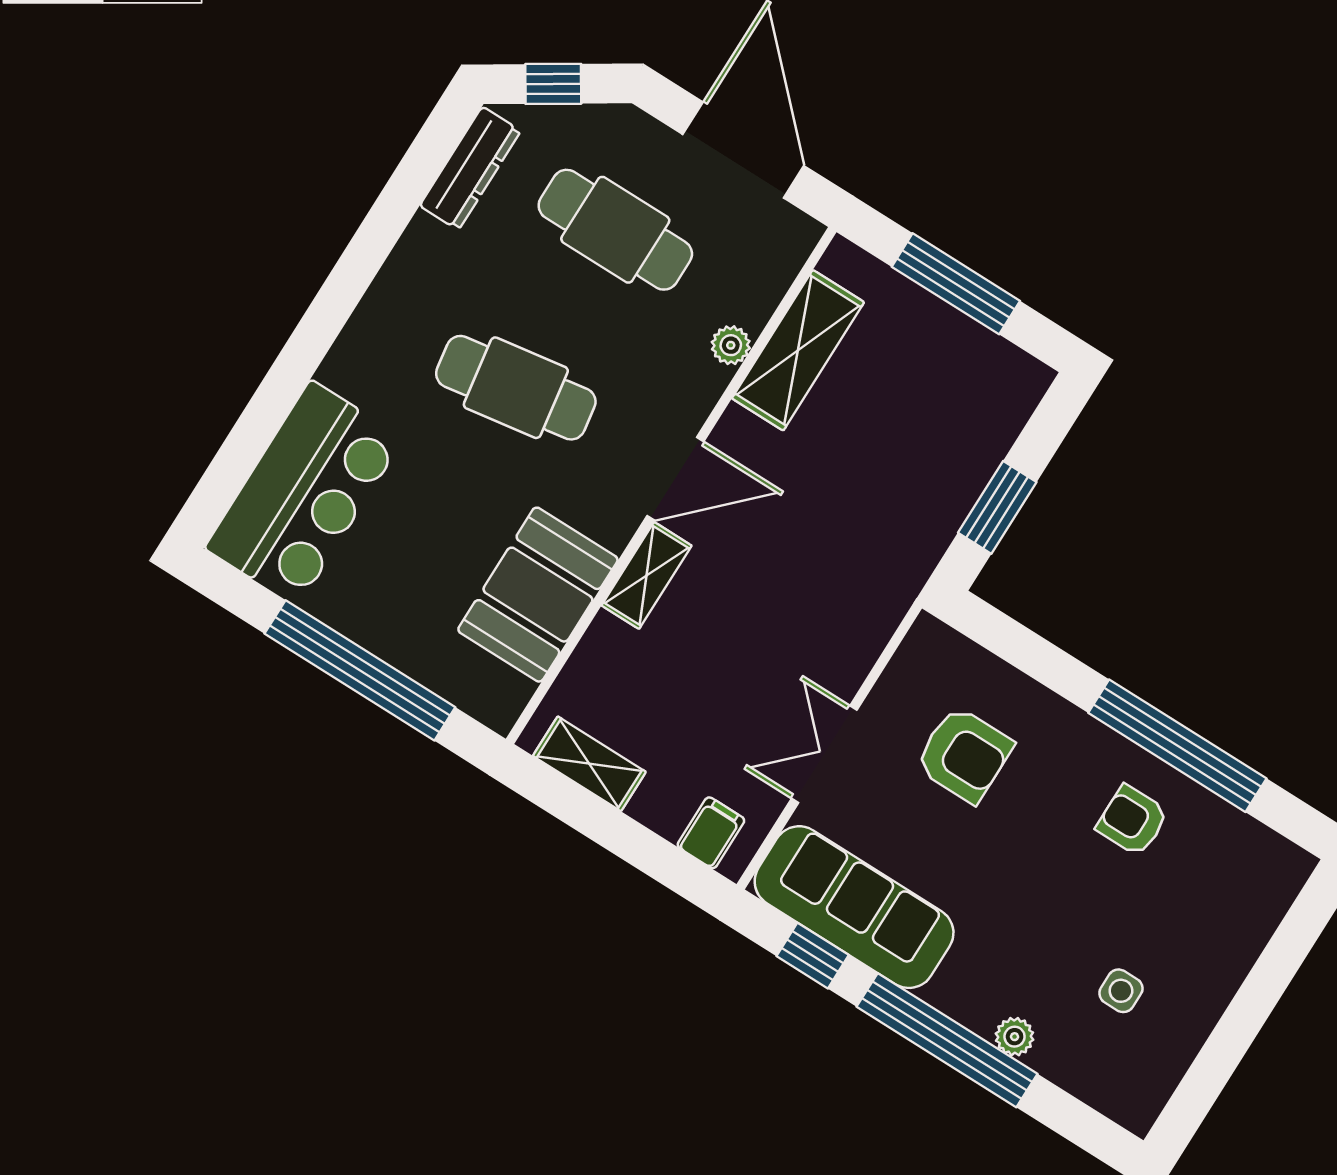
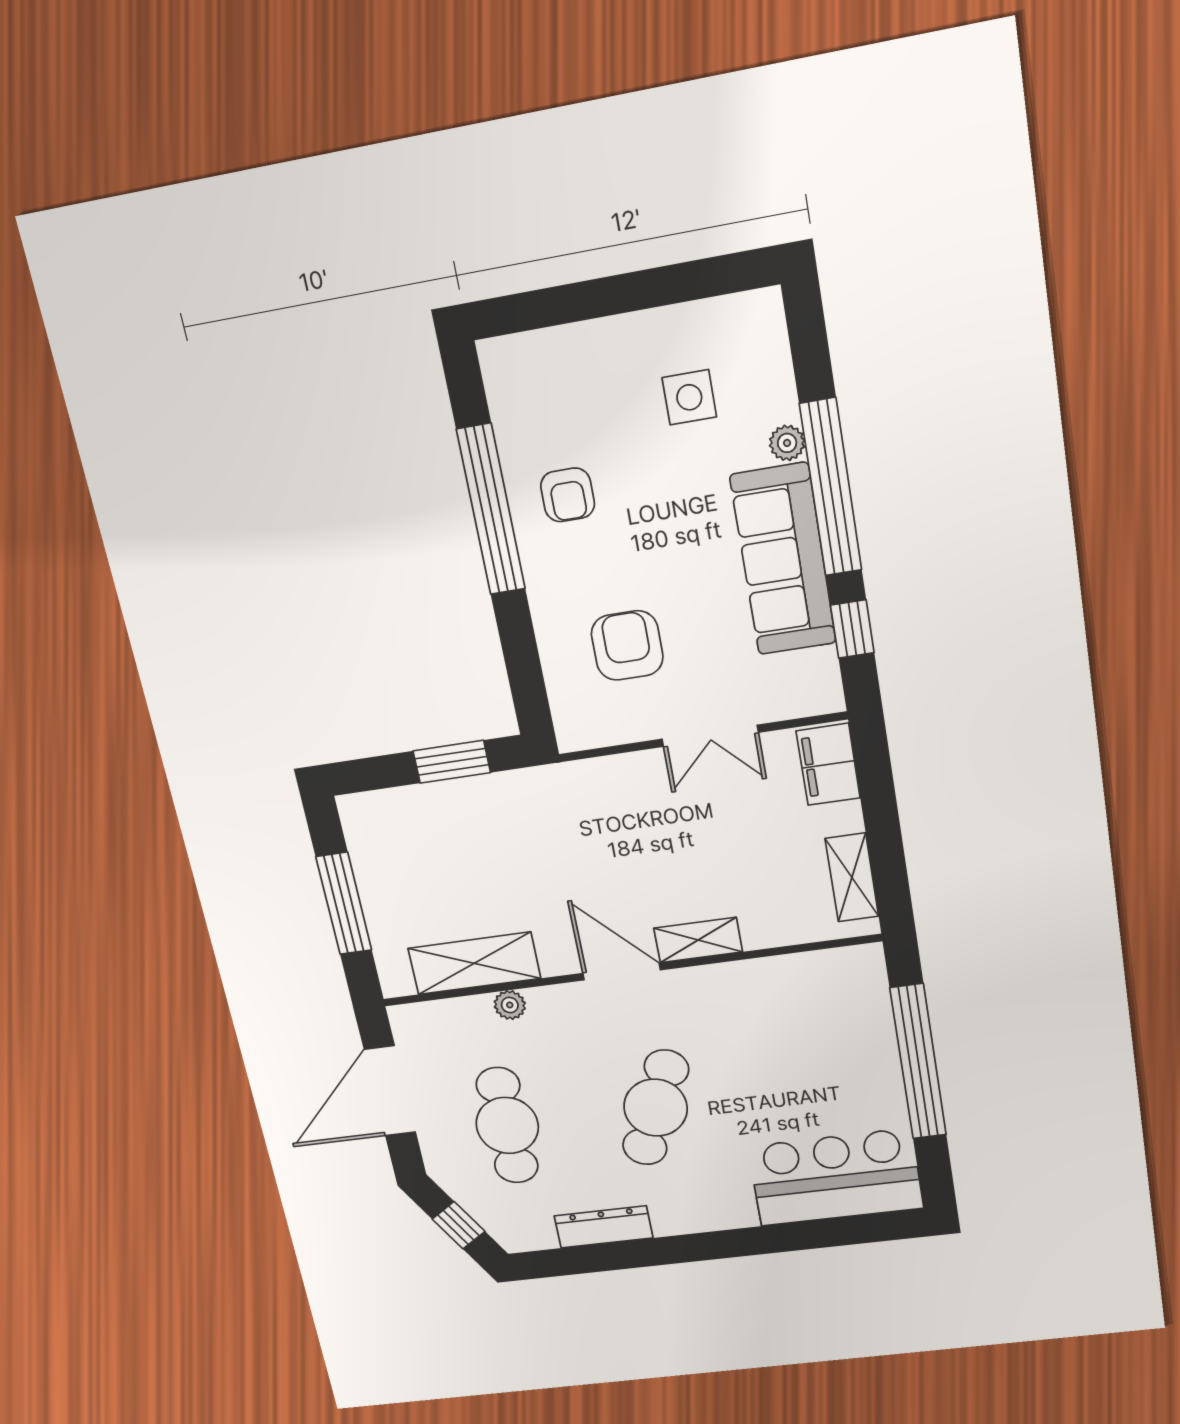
dresser: (470, 168) -> (604, 1227), moved
cafe table: (516, 388) -> (656, 1108), turned 33
booth: (538, 595) -> (771, 995), removed
filing cabinet: (711, 833) -> (828, 764), width x2.00
sofa: (854, 907) -> (783, 560), moved
side table: (1121, 991) -> (689, 397), width x1.37, depth x1.37

